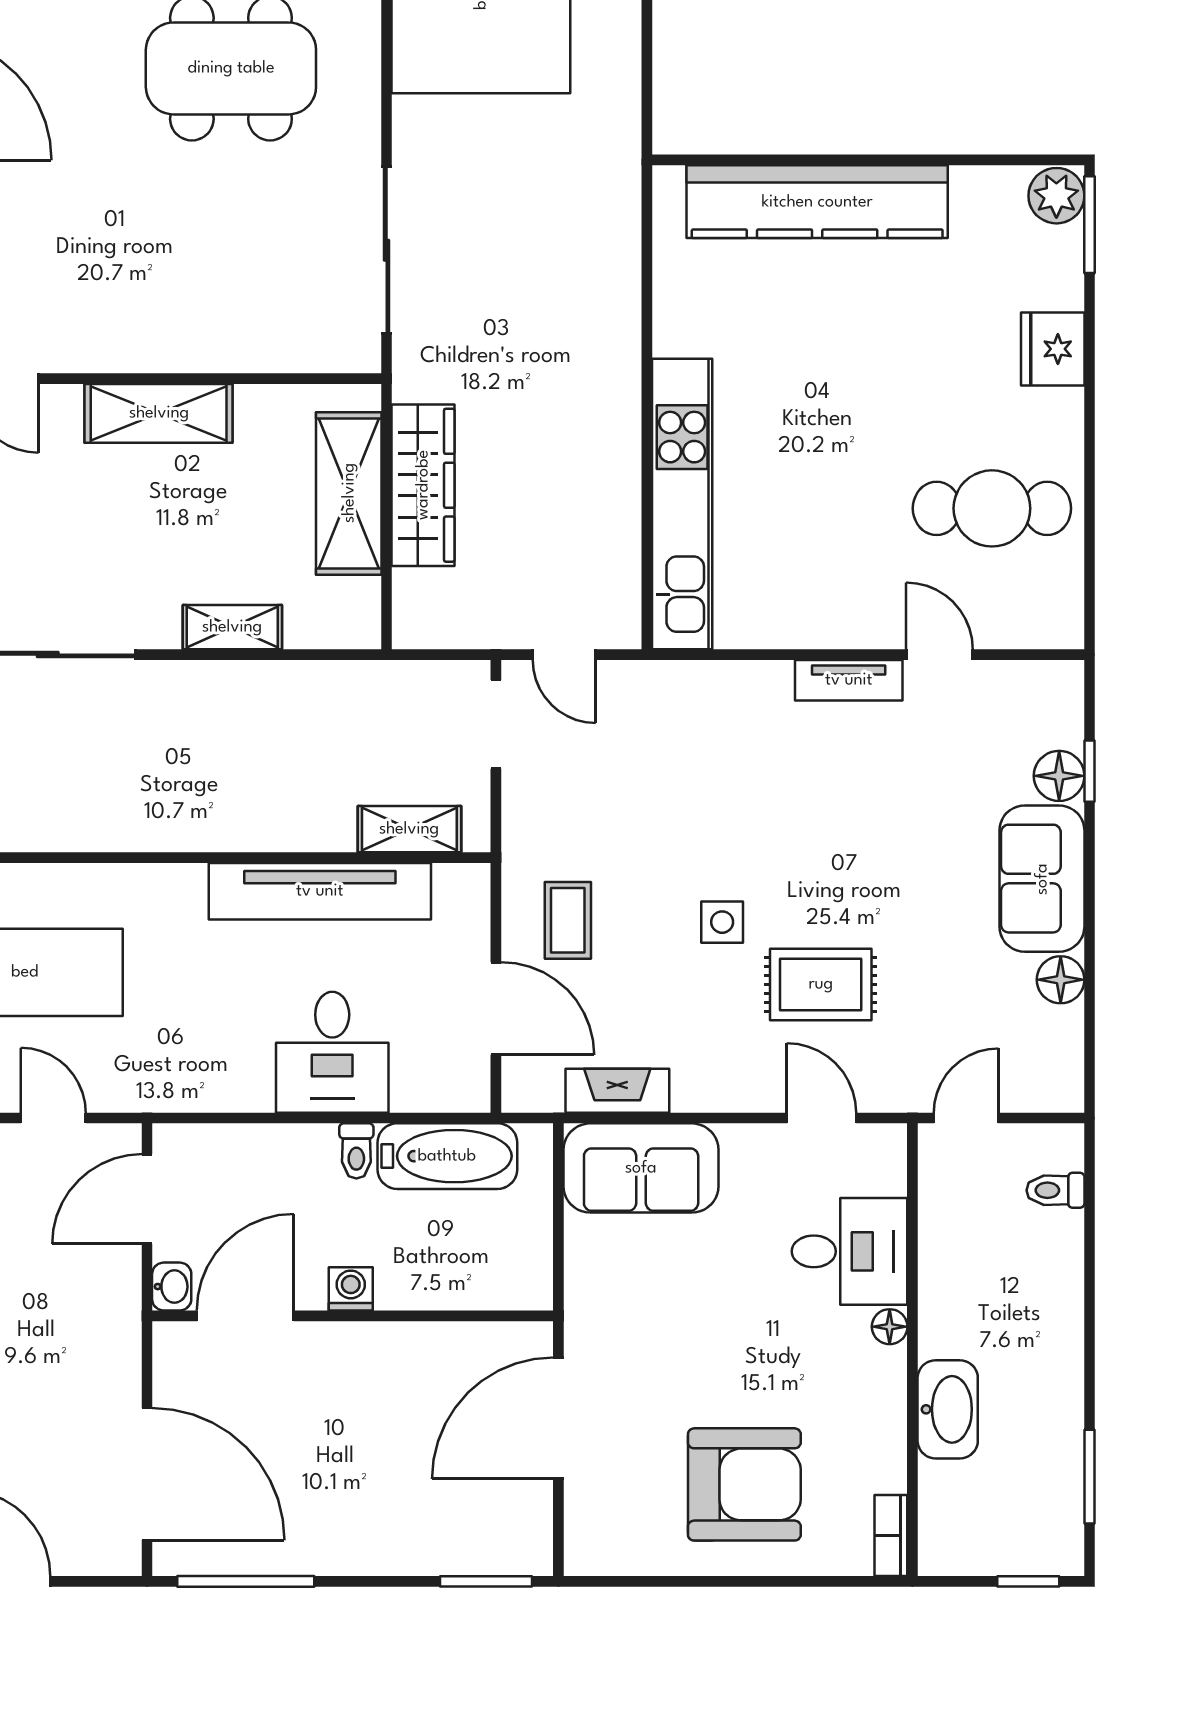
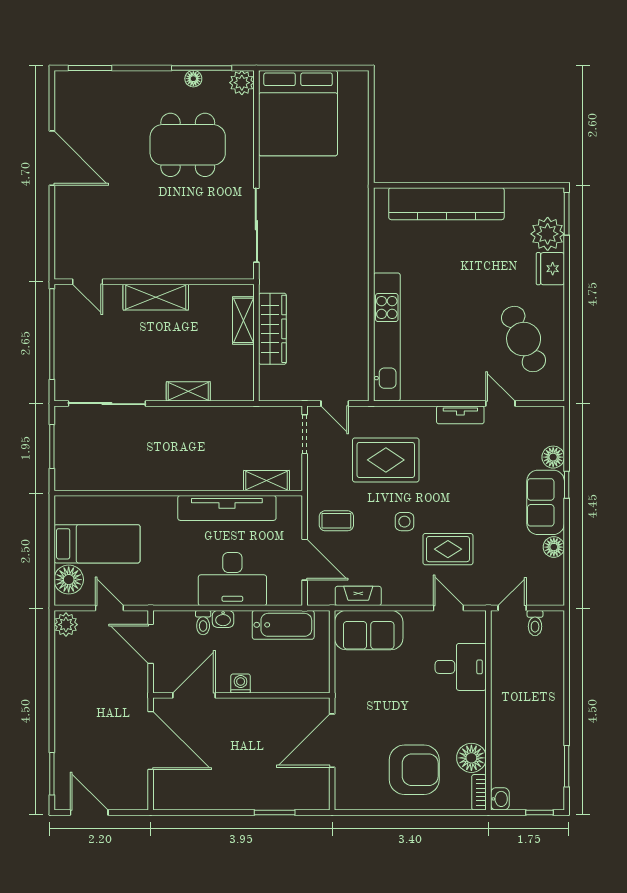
plant: (1056, 196) -> (548, 234), moved, width x1.36, depth x1.36
shelving: (349, 493) -> (243, 320), width x0.67, depth x0.75
cafe table: (992, 508) -> (524, 339), turned 65
window: (1089, 771) -> (567, 485), moved
rug: (680, 782) -> (386, 460), added
coffee table: (568, 920) -> (336, 521), turned 90
desk: (332, 1052) -> (232, 579), width x1.37
toilet: (356, 1151) -> (203, 623), moved
toilet: (1055, 1190) -> (535, 623), moved, turned -90
door: (147, 1199) -> (151, 644), hinge flipped
washbasin: (172, 1287) -> (223, 619), moved, turned 90
floor lamp: (890, 1327) -> (471, 758), moved, width x1.89, depth x1.89
washbasin: (948, 1409) -> (500, 799), moved, width x0.52, depth x0.69
door: (147, 1474) -> (151, 741), moved
window: (246, 1581) -> (194, 813), removed
window: (486, 1581) -> (275, 813), moved

